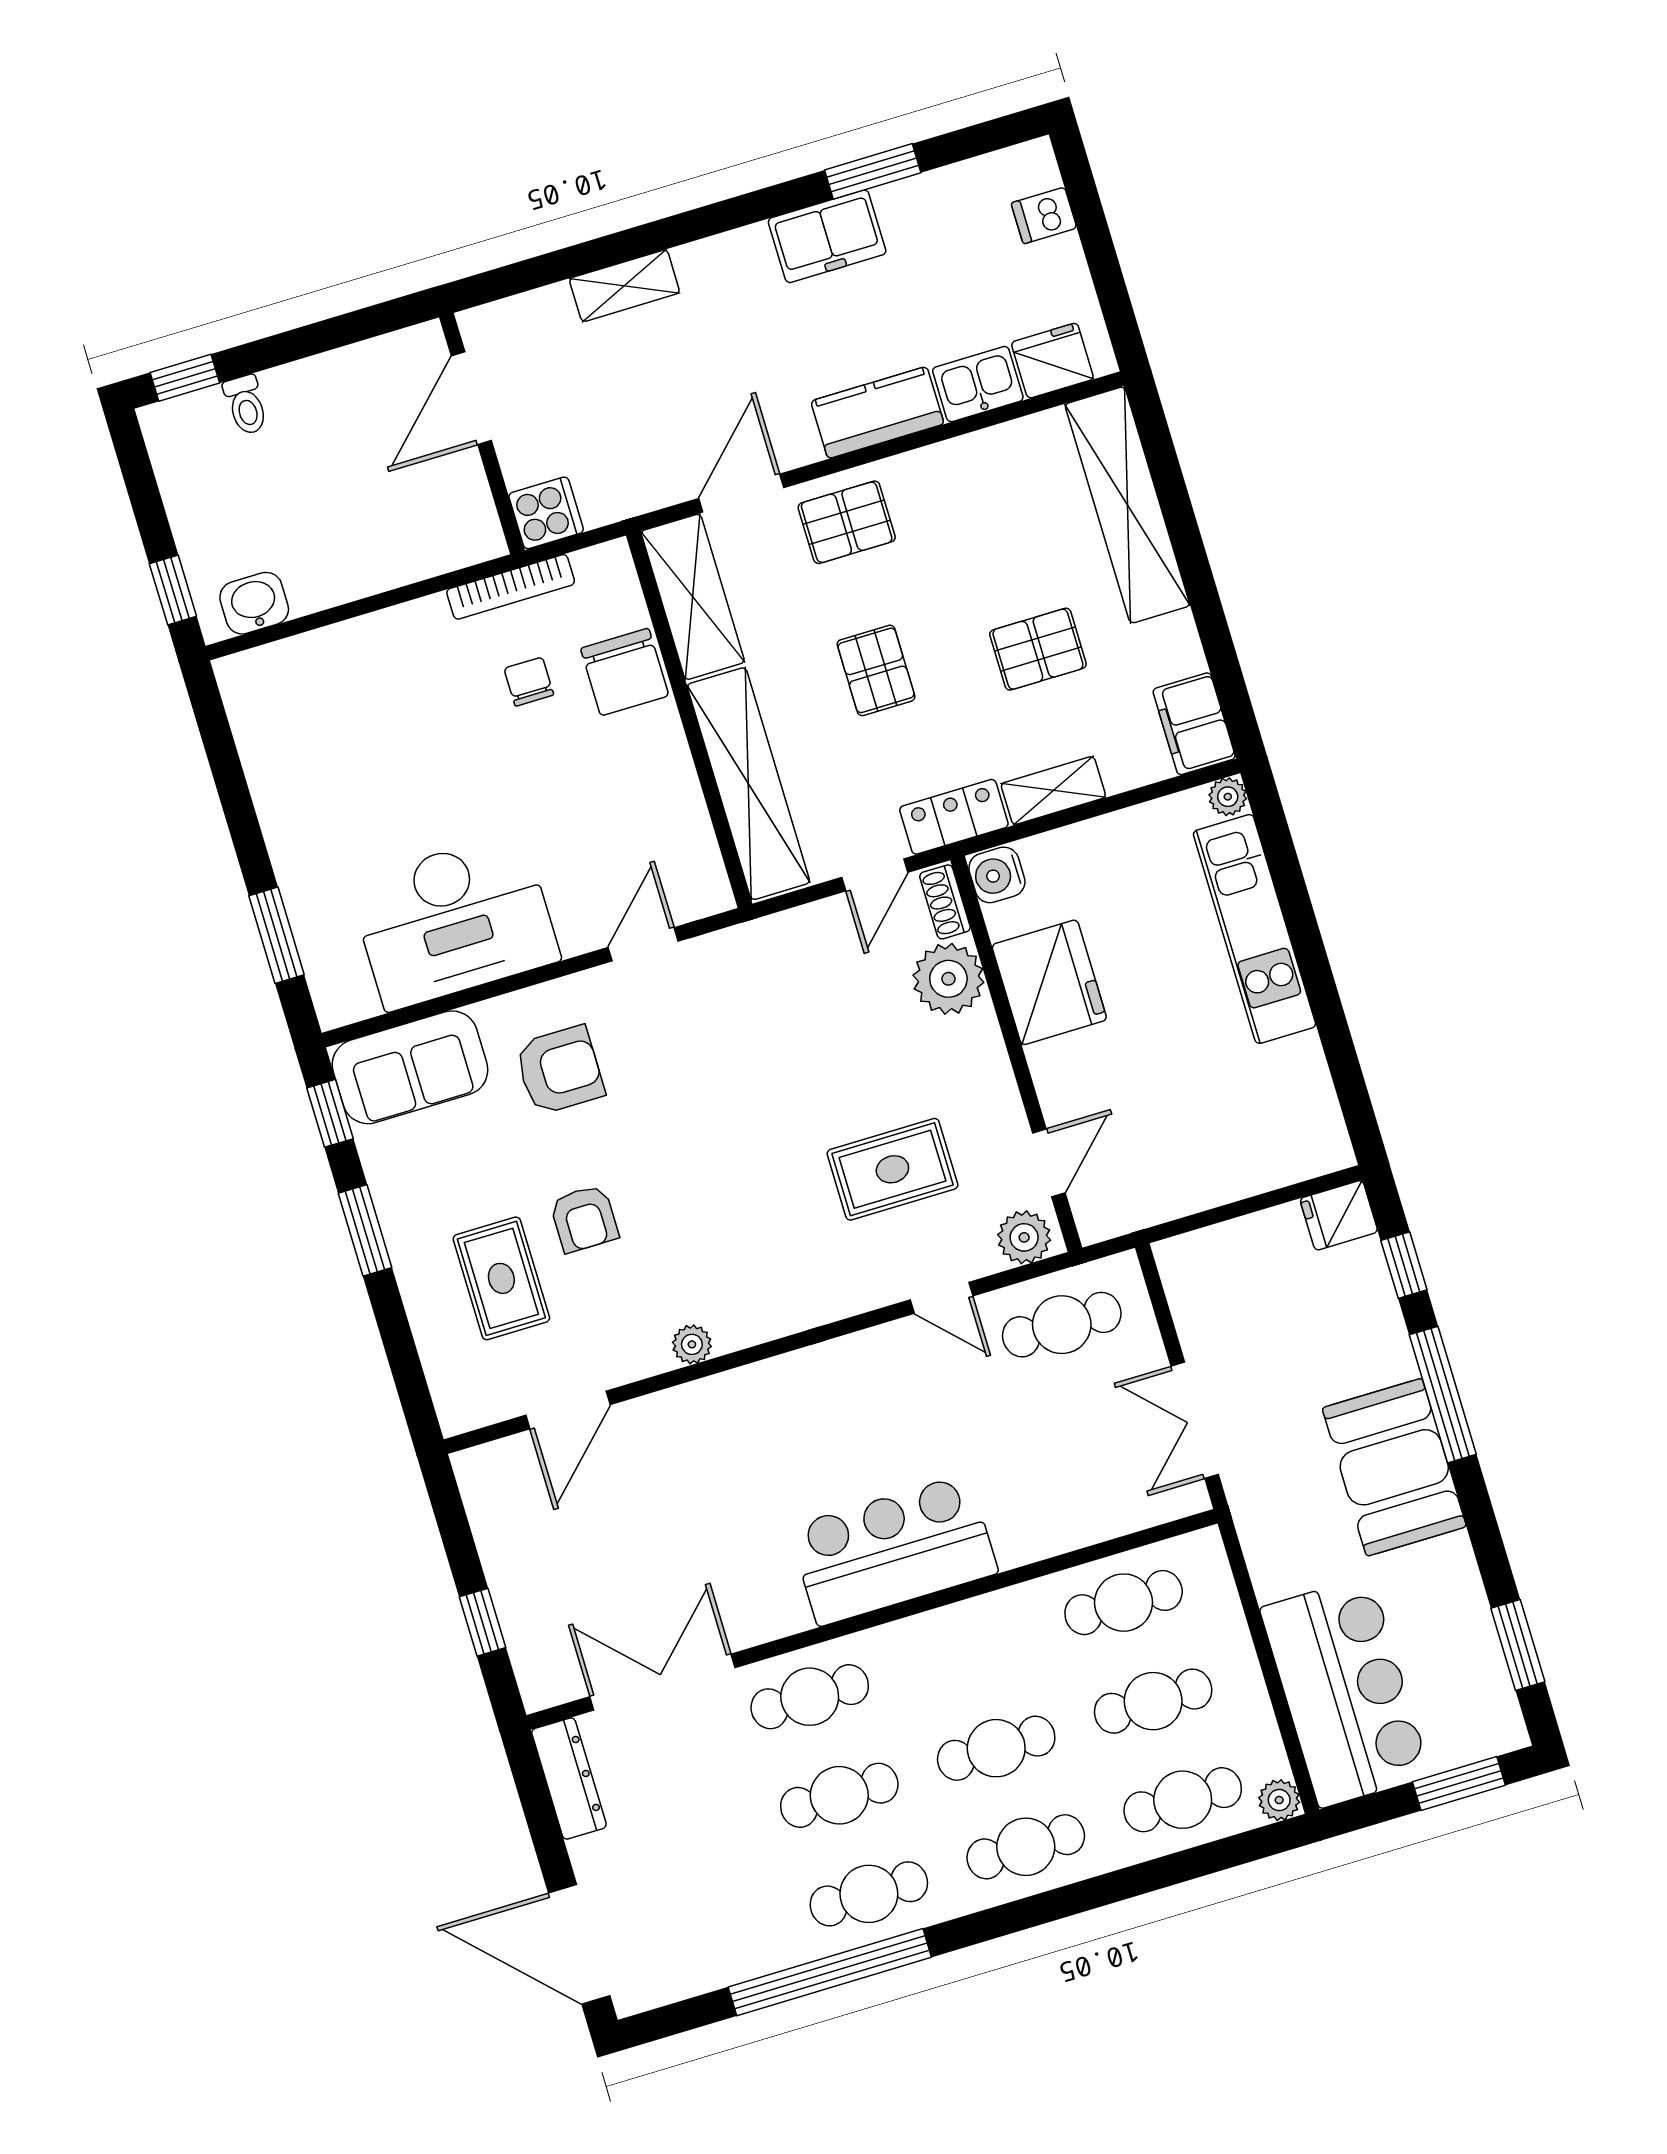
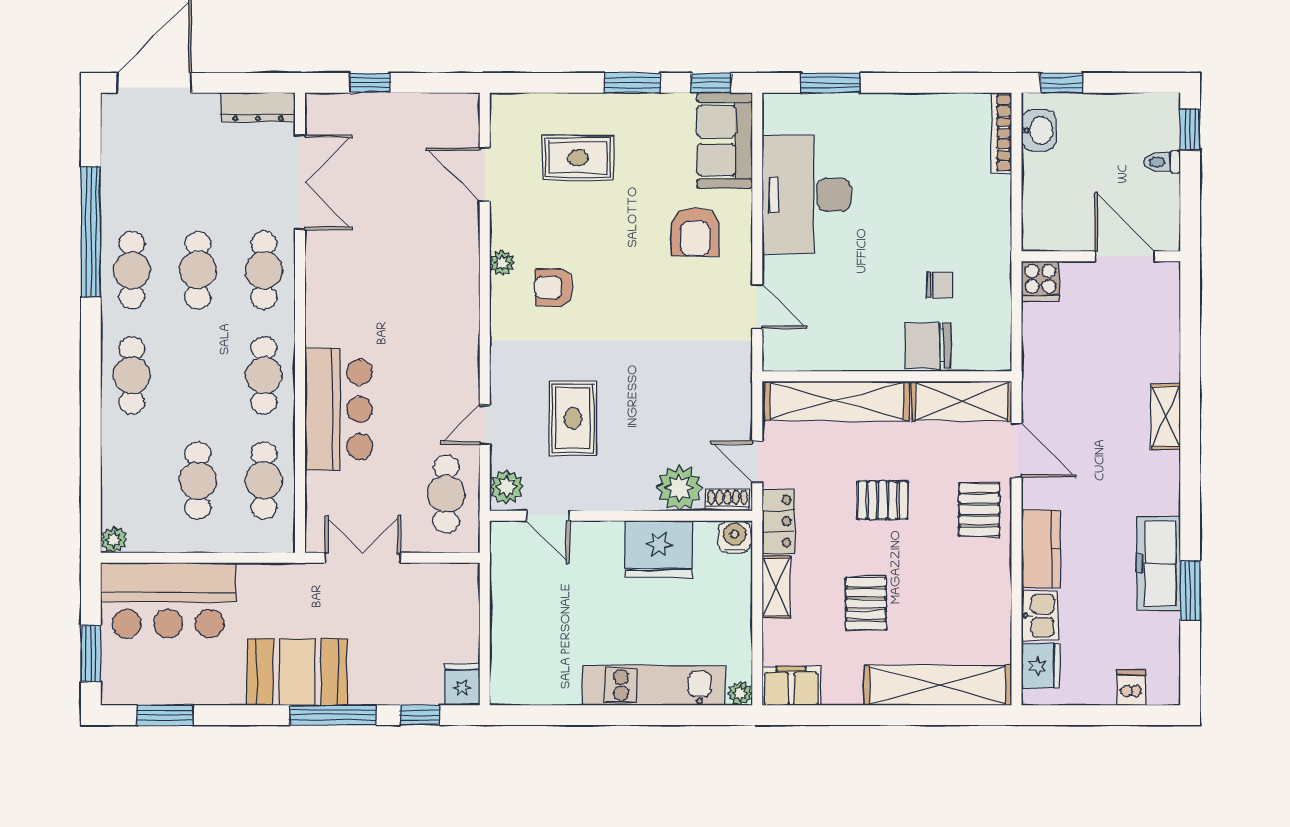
freezer: (827, 236) -> (1159, 564), width x1.40
door: (471, 398) -> (1125, 256), moved
wall: (482, 434) -> (1101, 256), moved
cooker: (546, 513) -> (1040, 281), moved
bookcase: (511, 587) -> (1001, 133), moved
armchair: (584, 1219) -> (554, 287), moved
bar counter: (893, 1550) -> (339, 409), moved
cafe table: (996, 1748) -> (264, 375), moved
cafe table: (1183, 1800) -> (132, 480), removed

